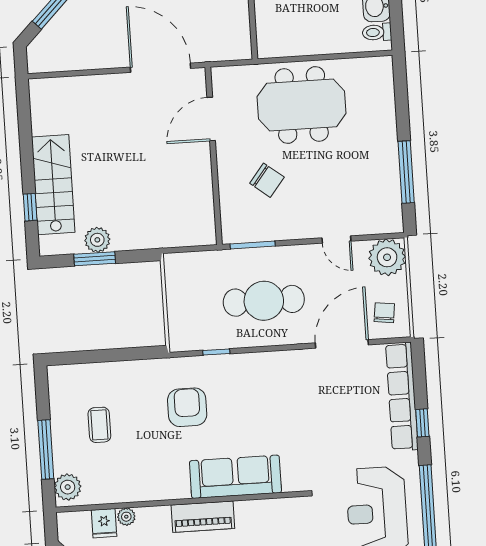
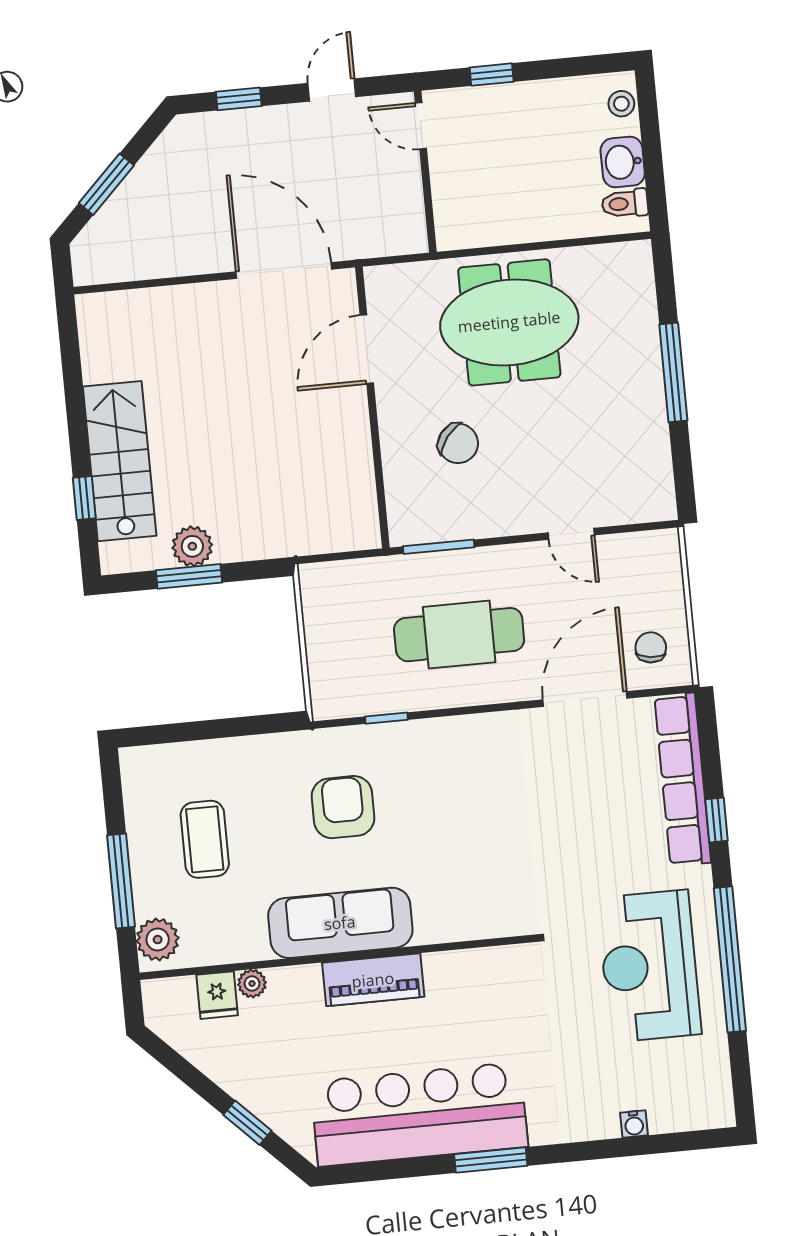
window: (406, 172) -> (673, 372), moved
plant: (387, 257) -> (652, 560), removed
coffee table: (99, 425) -> (205, 839), width x1.36, depth x1.30
sofa: (235, 477) -> (340, 923), moved

